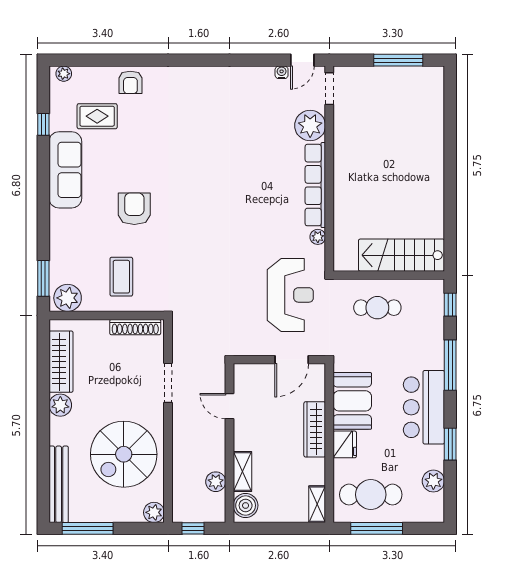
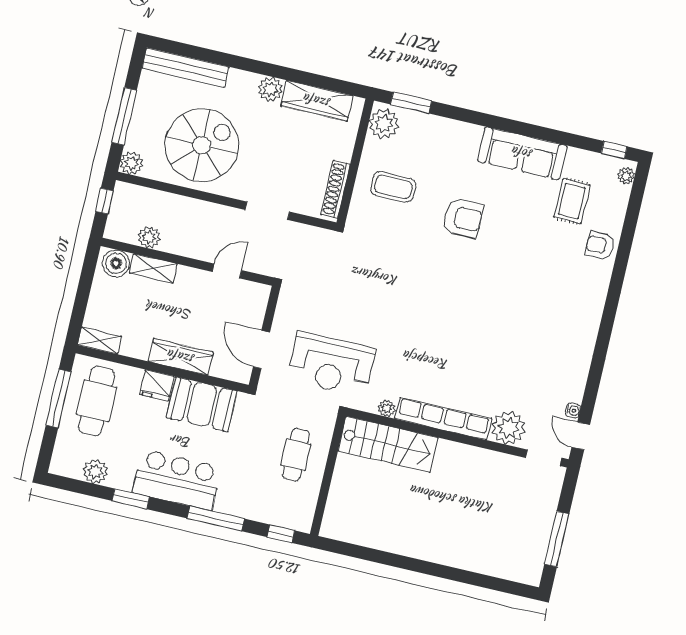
window: (43, 124) -> (614, 150), moved
stairs: (402, 255) -> (388, 444), moved, turned 90
spiral stairs: (124, 454) -> (202, 145), turned 90
window: (88, 528) -> (124, 116), moved

